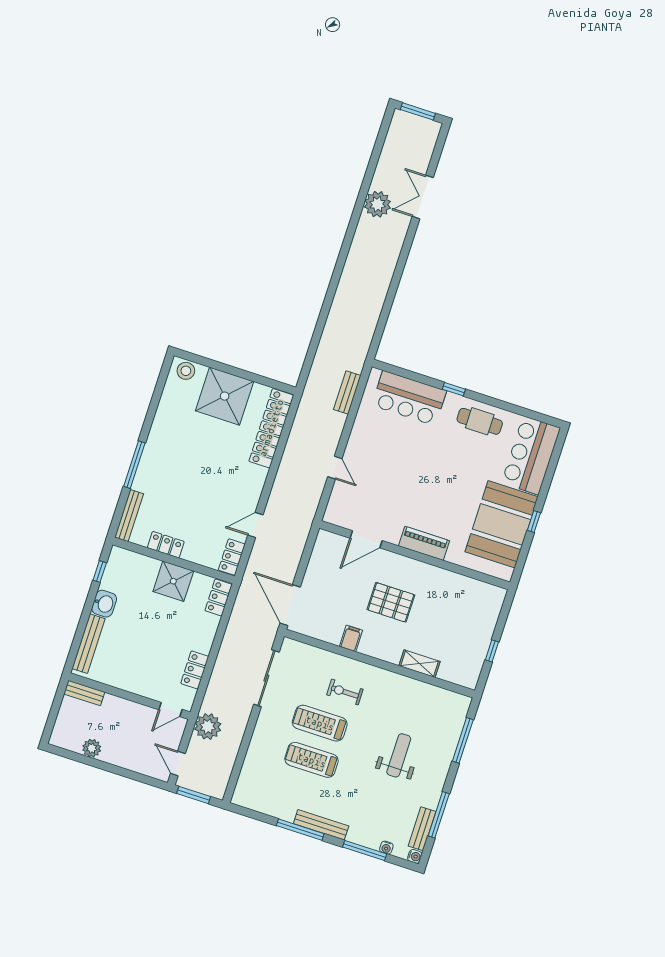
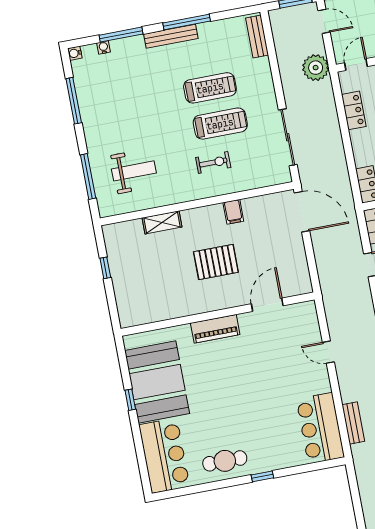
bar counter: (409, 398) -> (320, 428), moved, turned -90
weight bench: (399, 755) -> (134, 171), moved, turned -90
bench: (422, 829) -> (257, 36), moved

